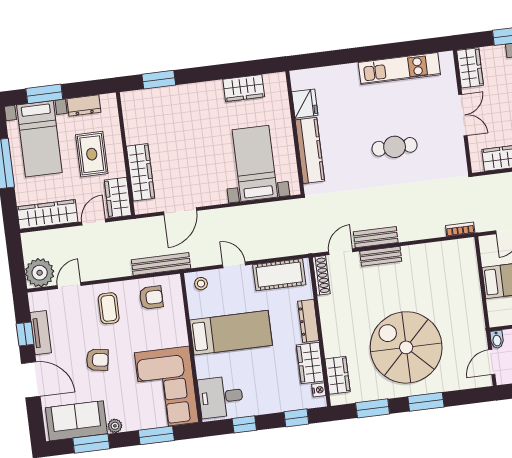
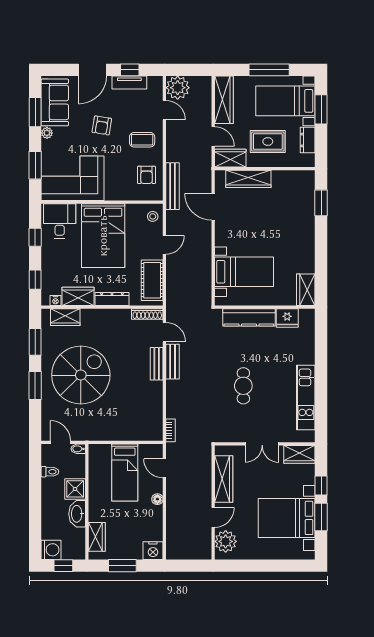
wardrobe: (244, 88) -> (306, 290), moved
bed: (231, 333) -> (103, 236), width x1.50

